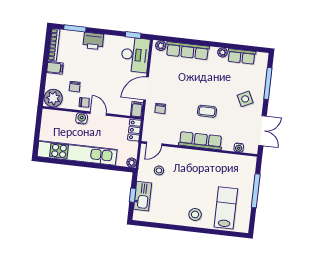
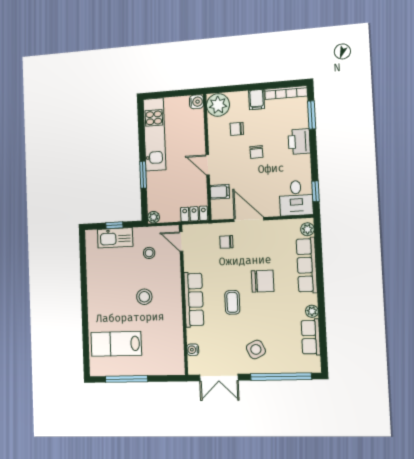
desk: (135, 55) -> (296, 198), width x0.73
window: (268, 83) -> (281, 377), width x1.46
chair: (194, 86) -> (263, 281), added
chair: (84, 102) -> (256, 152), moved
filing cabinet: (137, 109) -> (220, 192), moved
door: (98, 114) -> (208, 165), swing flipped
water cooler: (82, 118) -> (196, 102), moved
kitchen unit: (77, 153) -> (155, 134), width x0.73
window: (97, 166) -> (143, 175), added
window: (256, 191) -> (126, 379), moved
lab bench: (226, 208) -> (116, 344), turned 180
stool: (195, 214) -> (144, 297), moved

